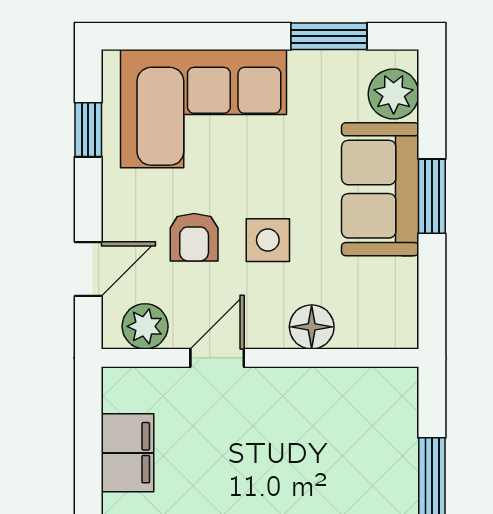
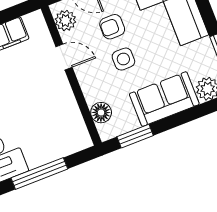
window: (432, 196) -> (135, 136), moved
floor lamp: (312, 327) -> (101, 113), moved

